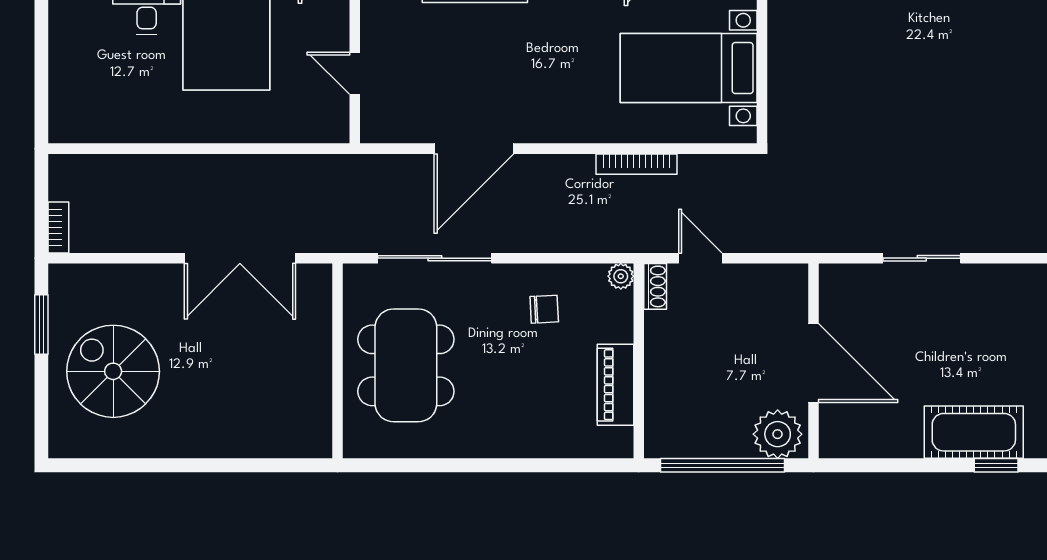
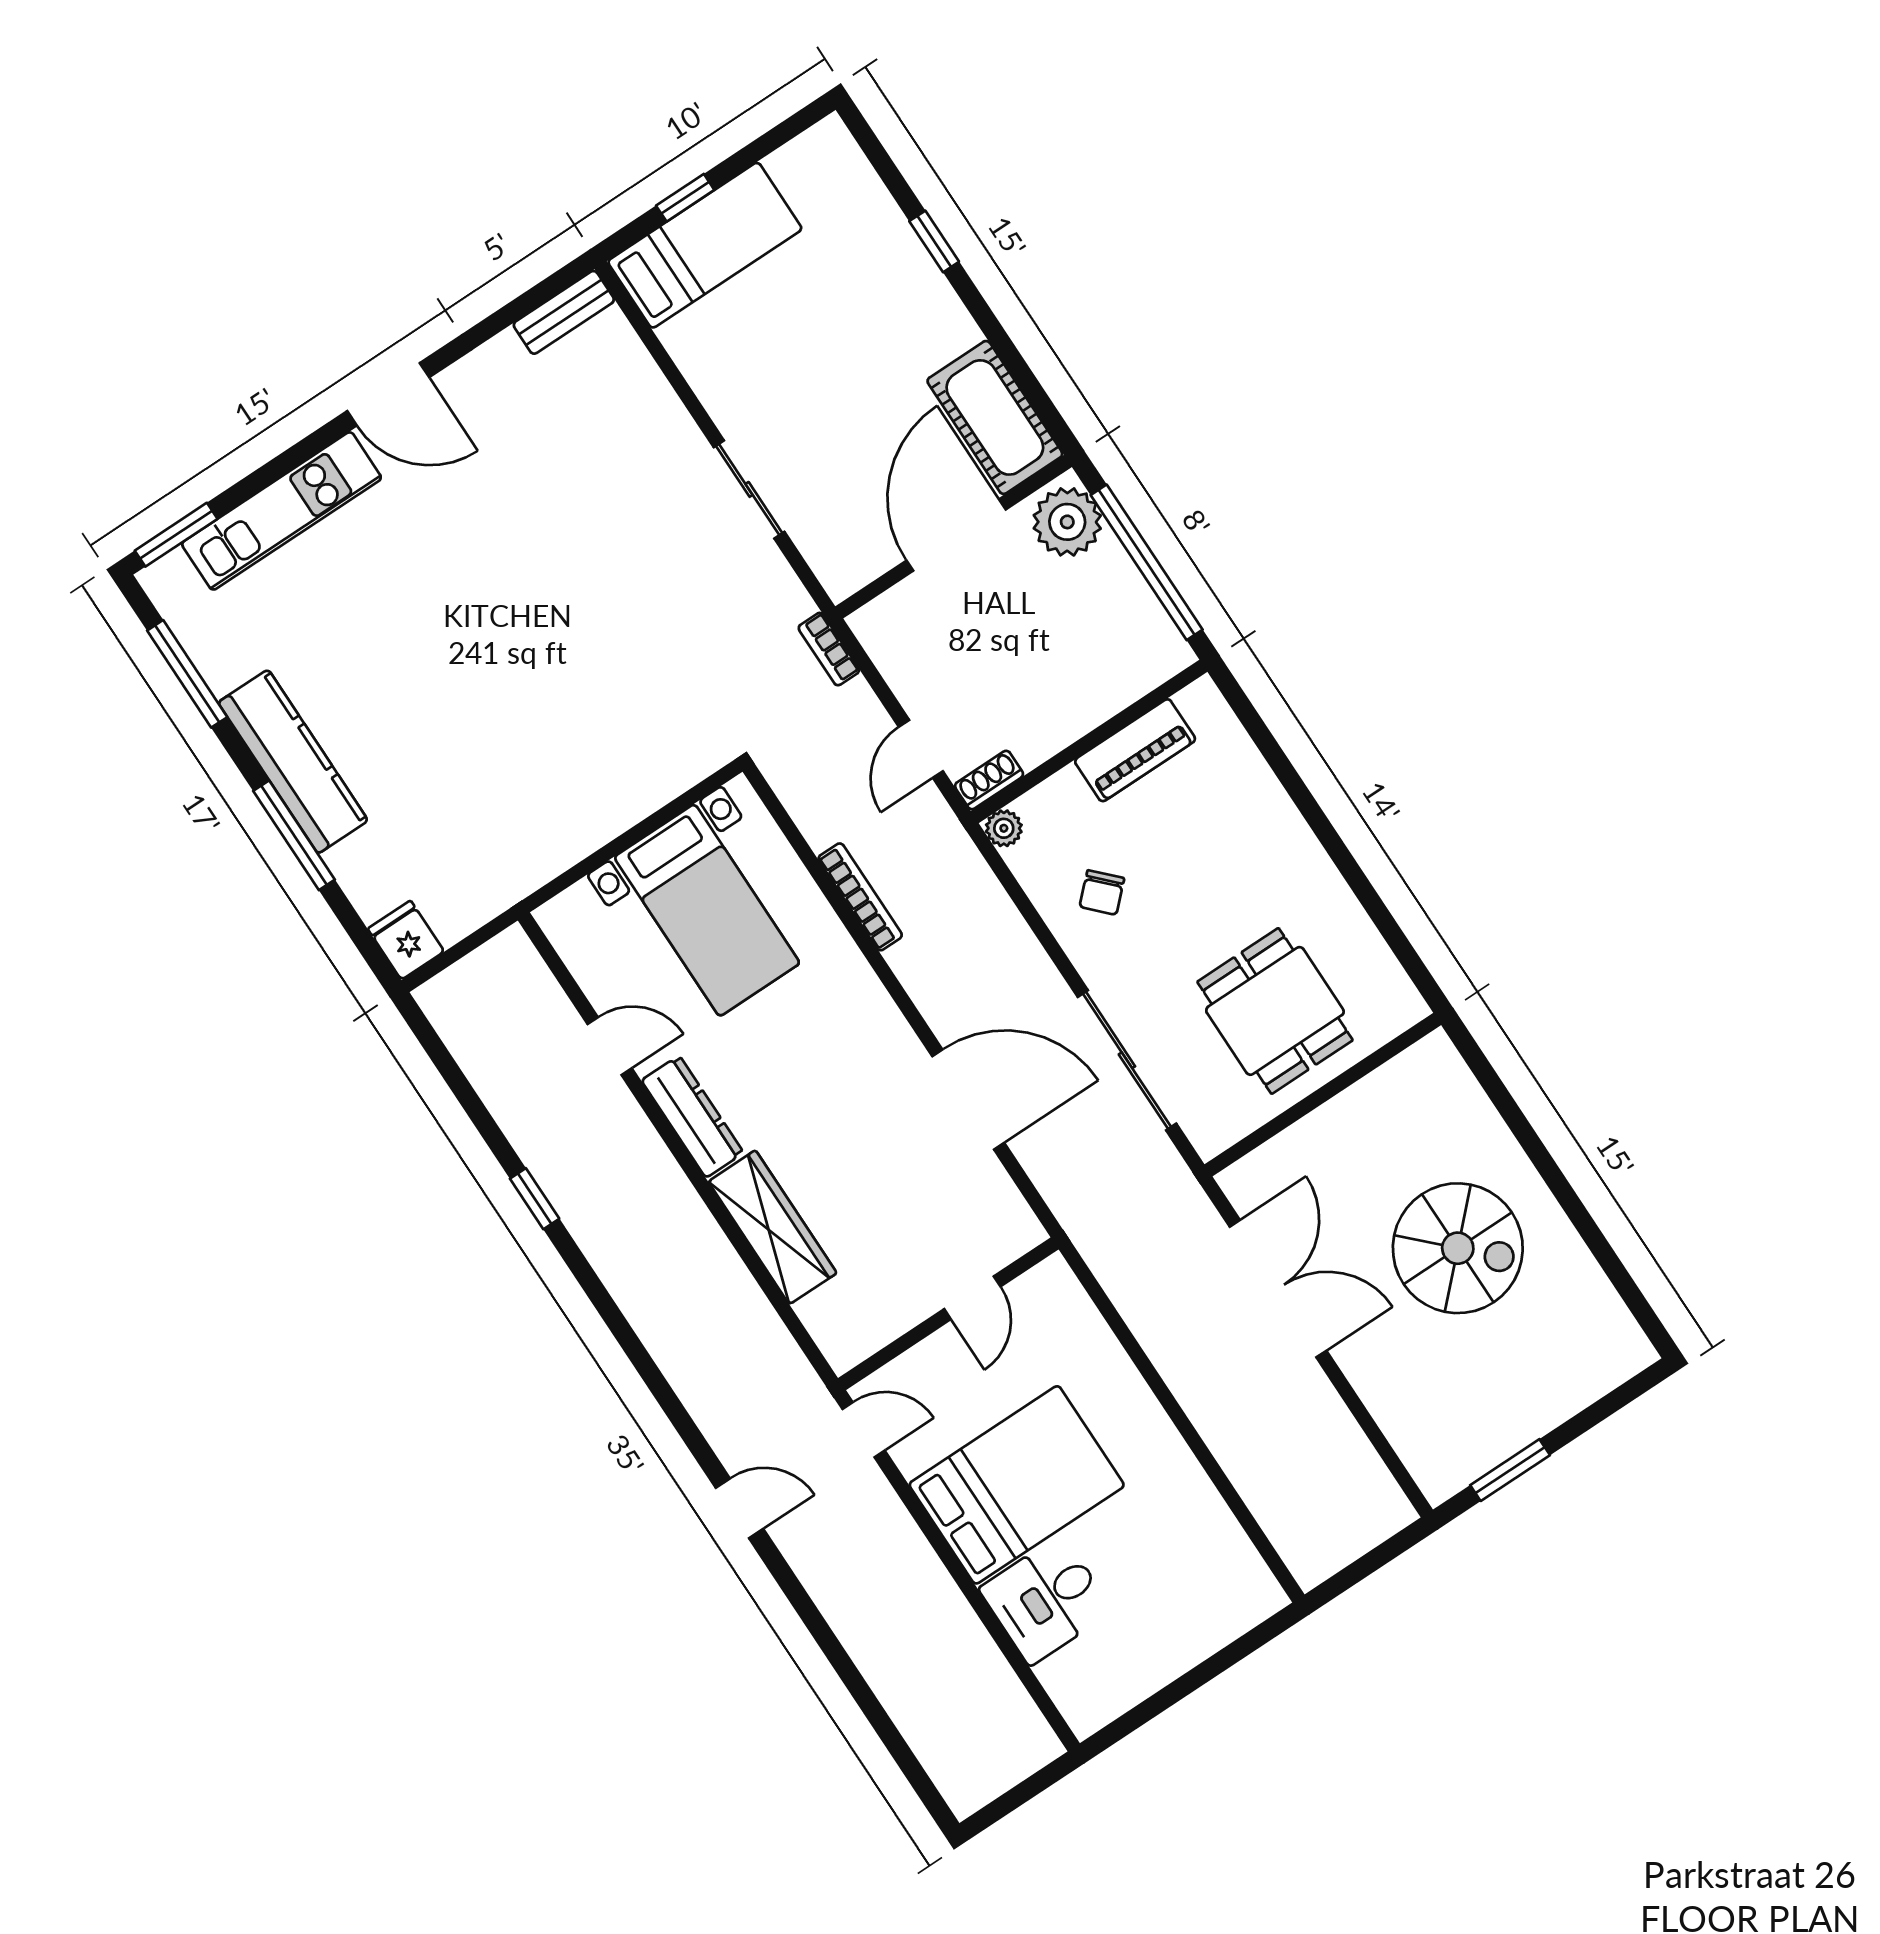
bookcase: (58, 227) -> (829, 649), moved, turned -90
chair: (544, 309) -> (1102, 892), turned -131
dining table: (406, 365) -> (1275, 1011), width x0.73
spiral stairs: (113, 371) -> (1458, 1248), moved, turned -90
cot: (974, 432) -> (995, 417), moved

